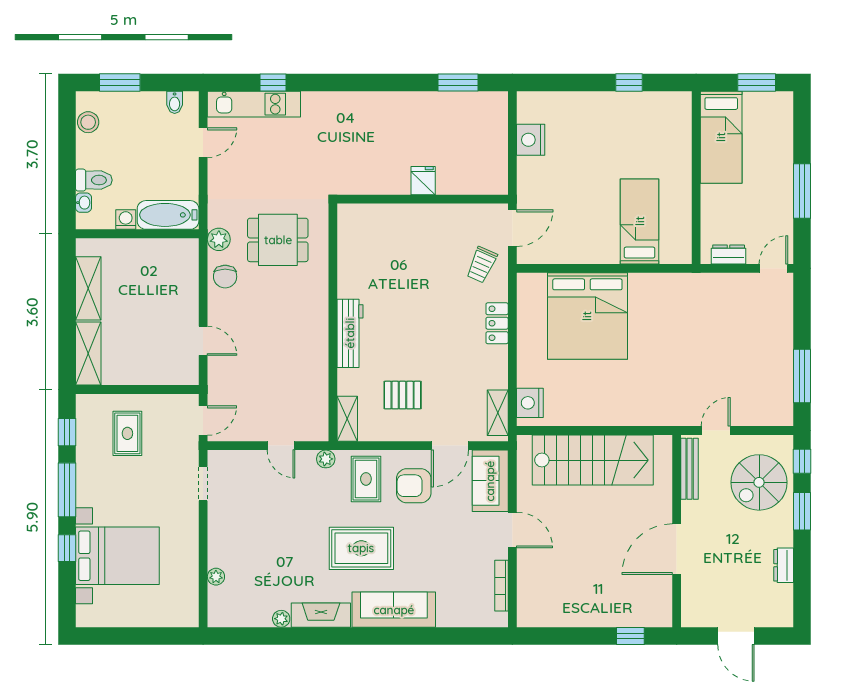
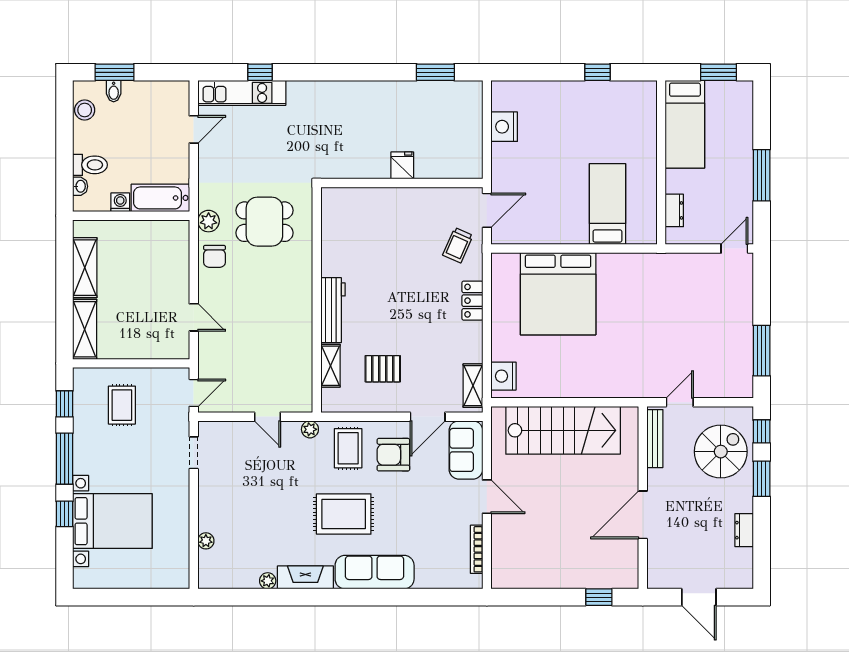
bidet: (175, 102) -> (114, 91), moved
dresser: (729, 254) -> (674, 210), moved, turned 90
shelving: (347, 419) -> (330, 366), moved
spiral stairs: (759, 482) -> (721, 452), turned 180

